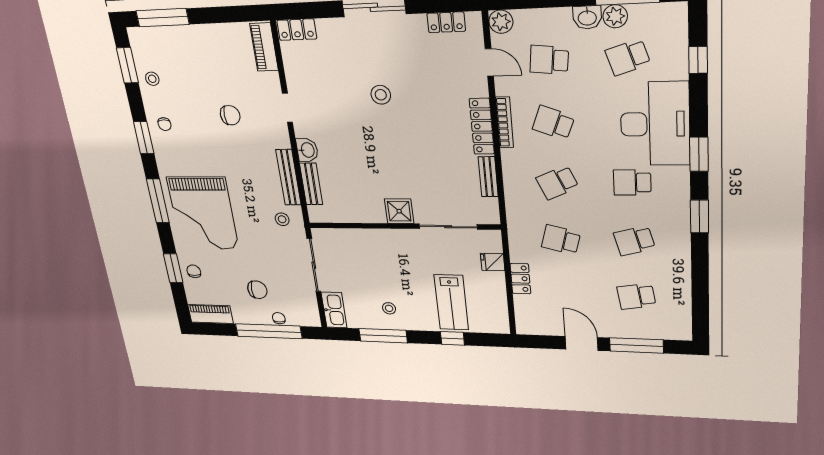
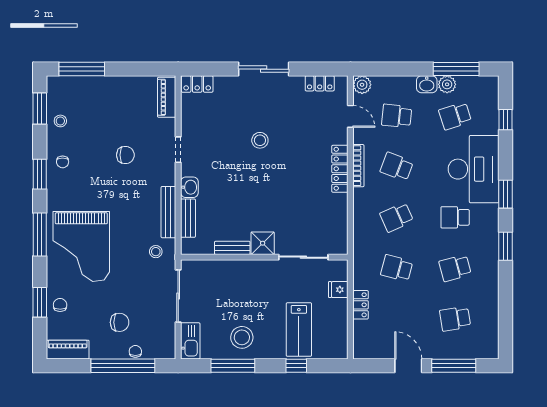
bench: (488, 177) -> (232, 248), moved, turned 90
stool: (389, 308) -> (242, 337), width x1.89, depth x1.89

